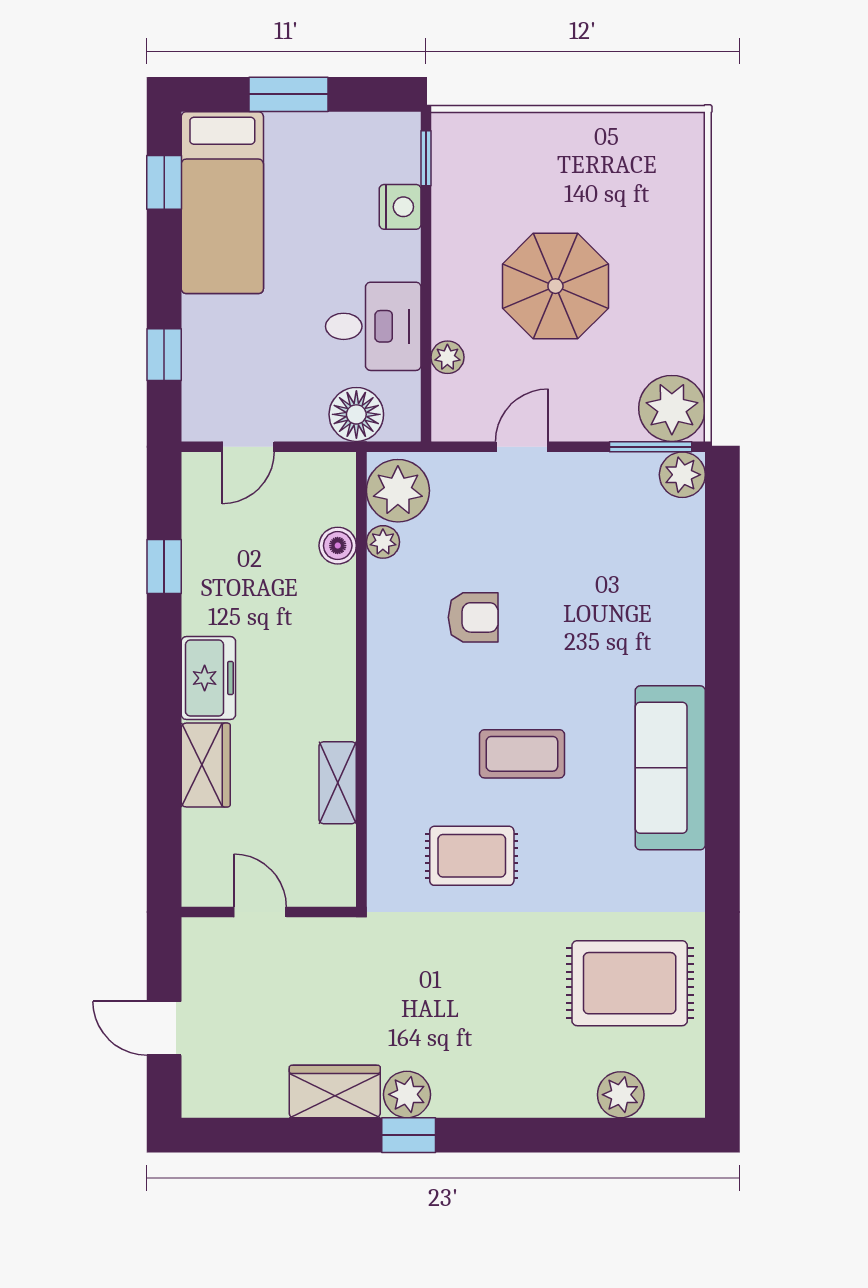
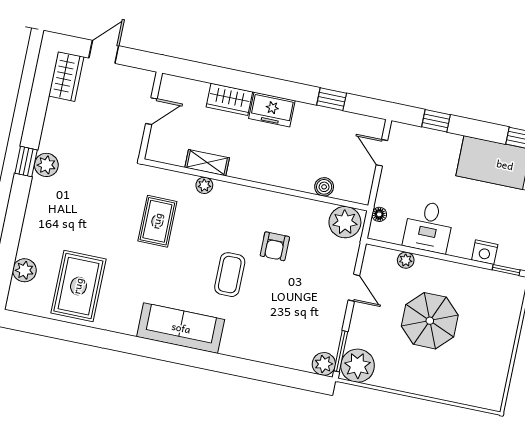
floor lamp: (356, 414) -> (379, 214), width x0.53, depth x0.53
plant: (383, 542) -> (204, 185), moved
coffee table: (522, 754) -> (230, 275), moved
wardrobe: (335, 1091) -> (66, 76), moved

